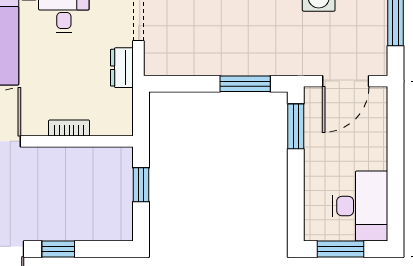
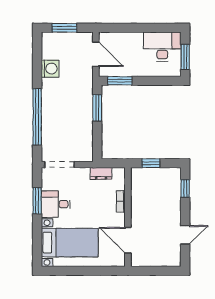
dresser: (122, 68) -> (101, 173), moved
window: (58, 249) -> (185, 188), moved

